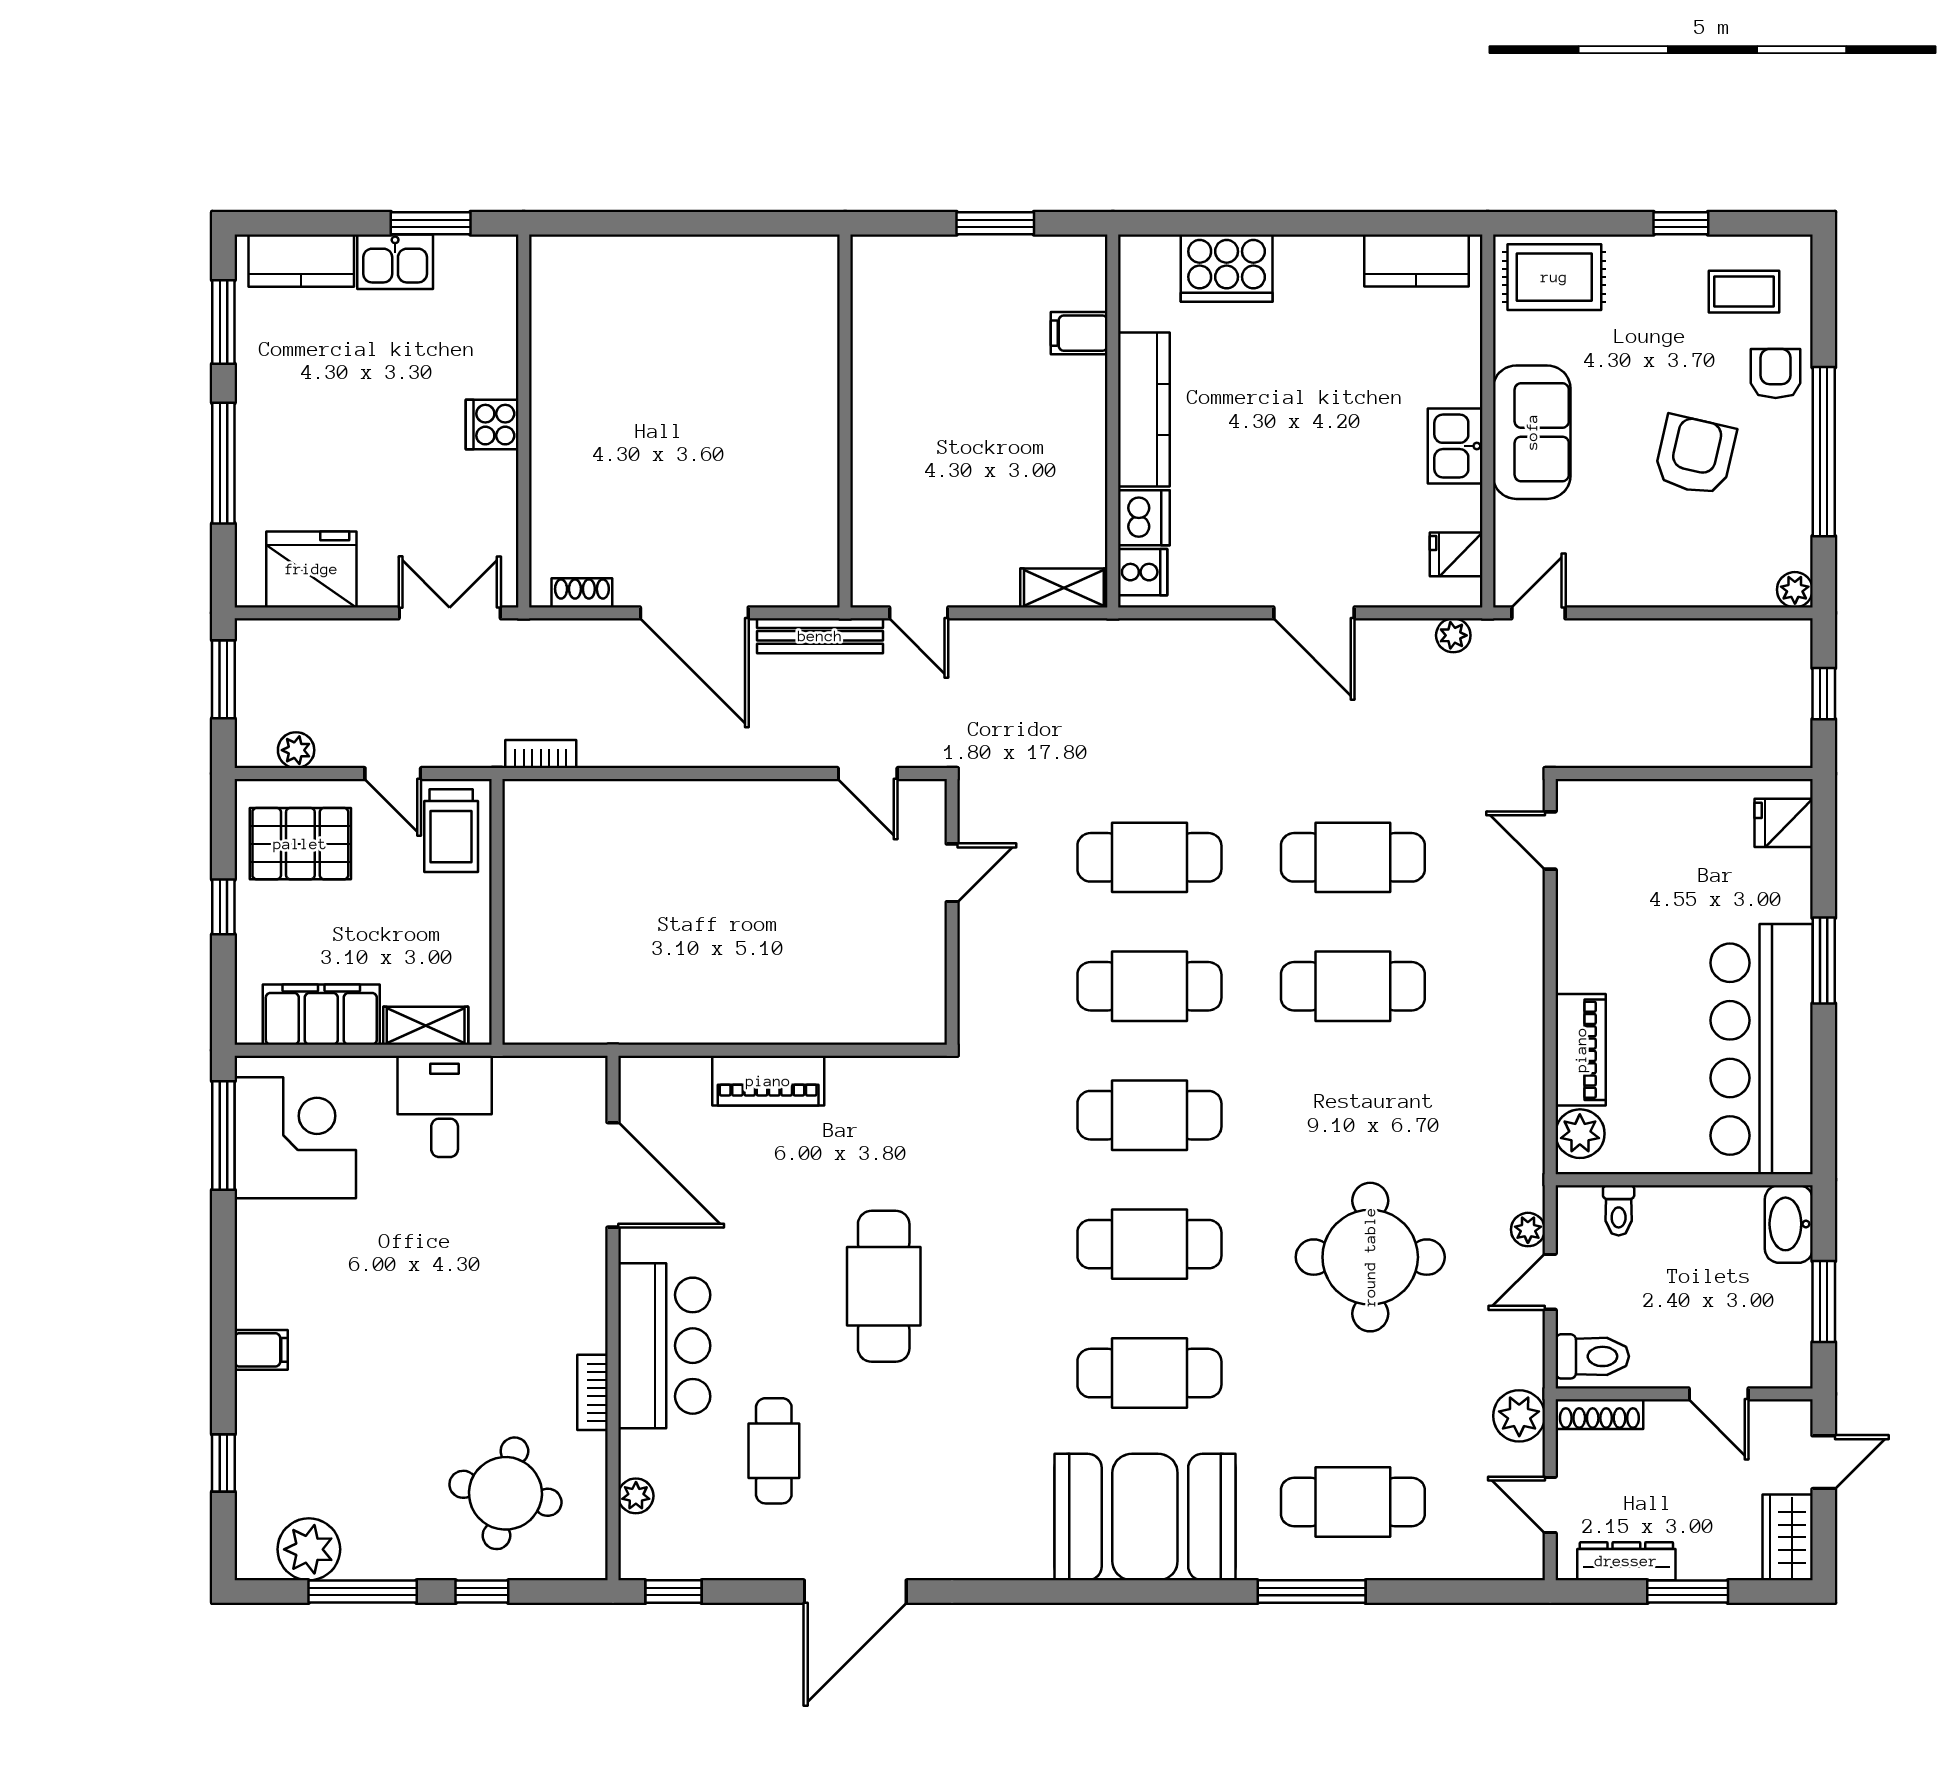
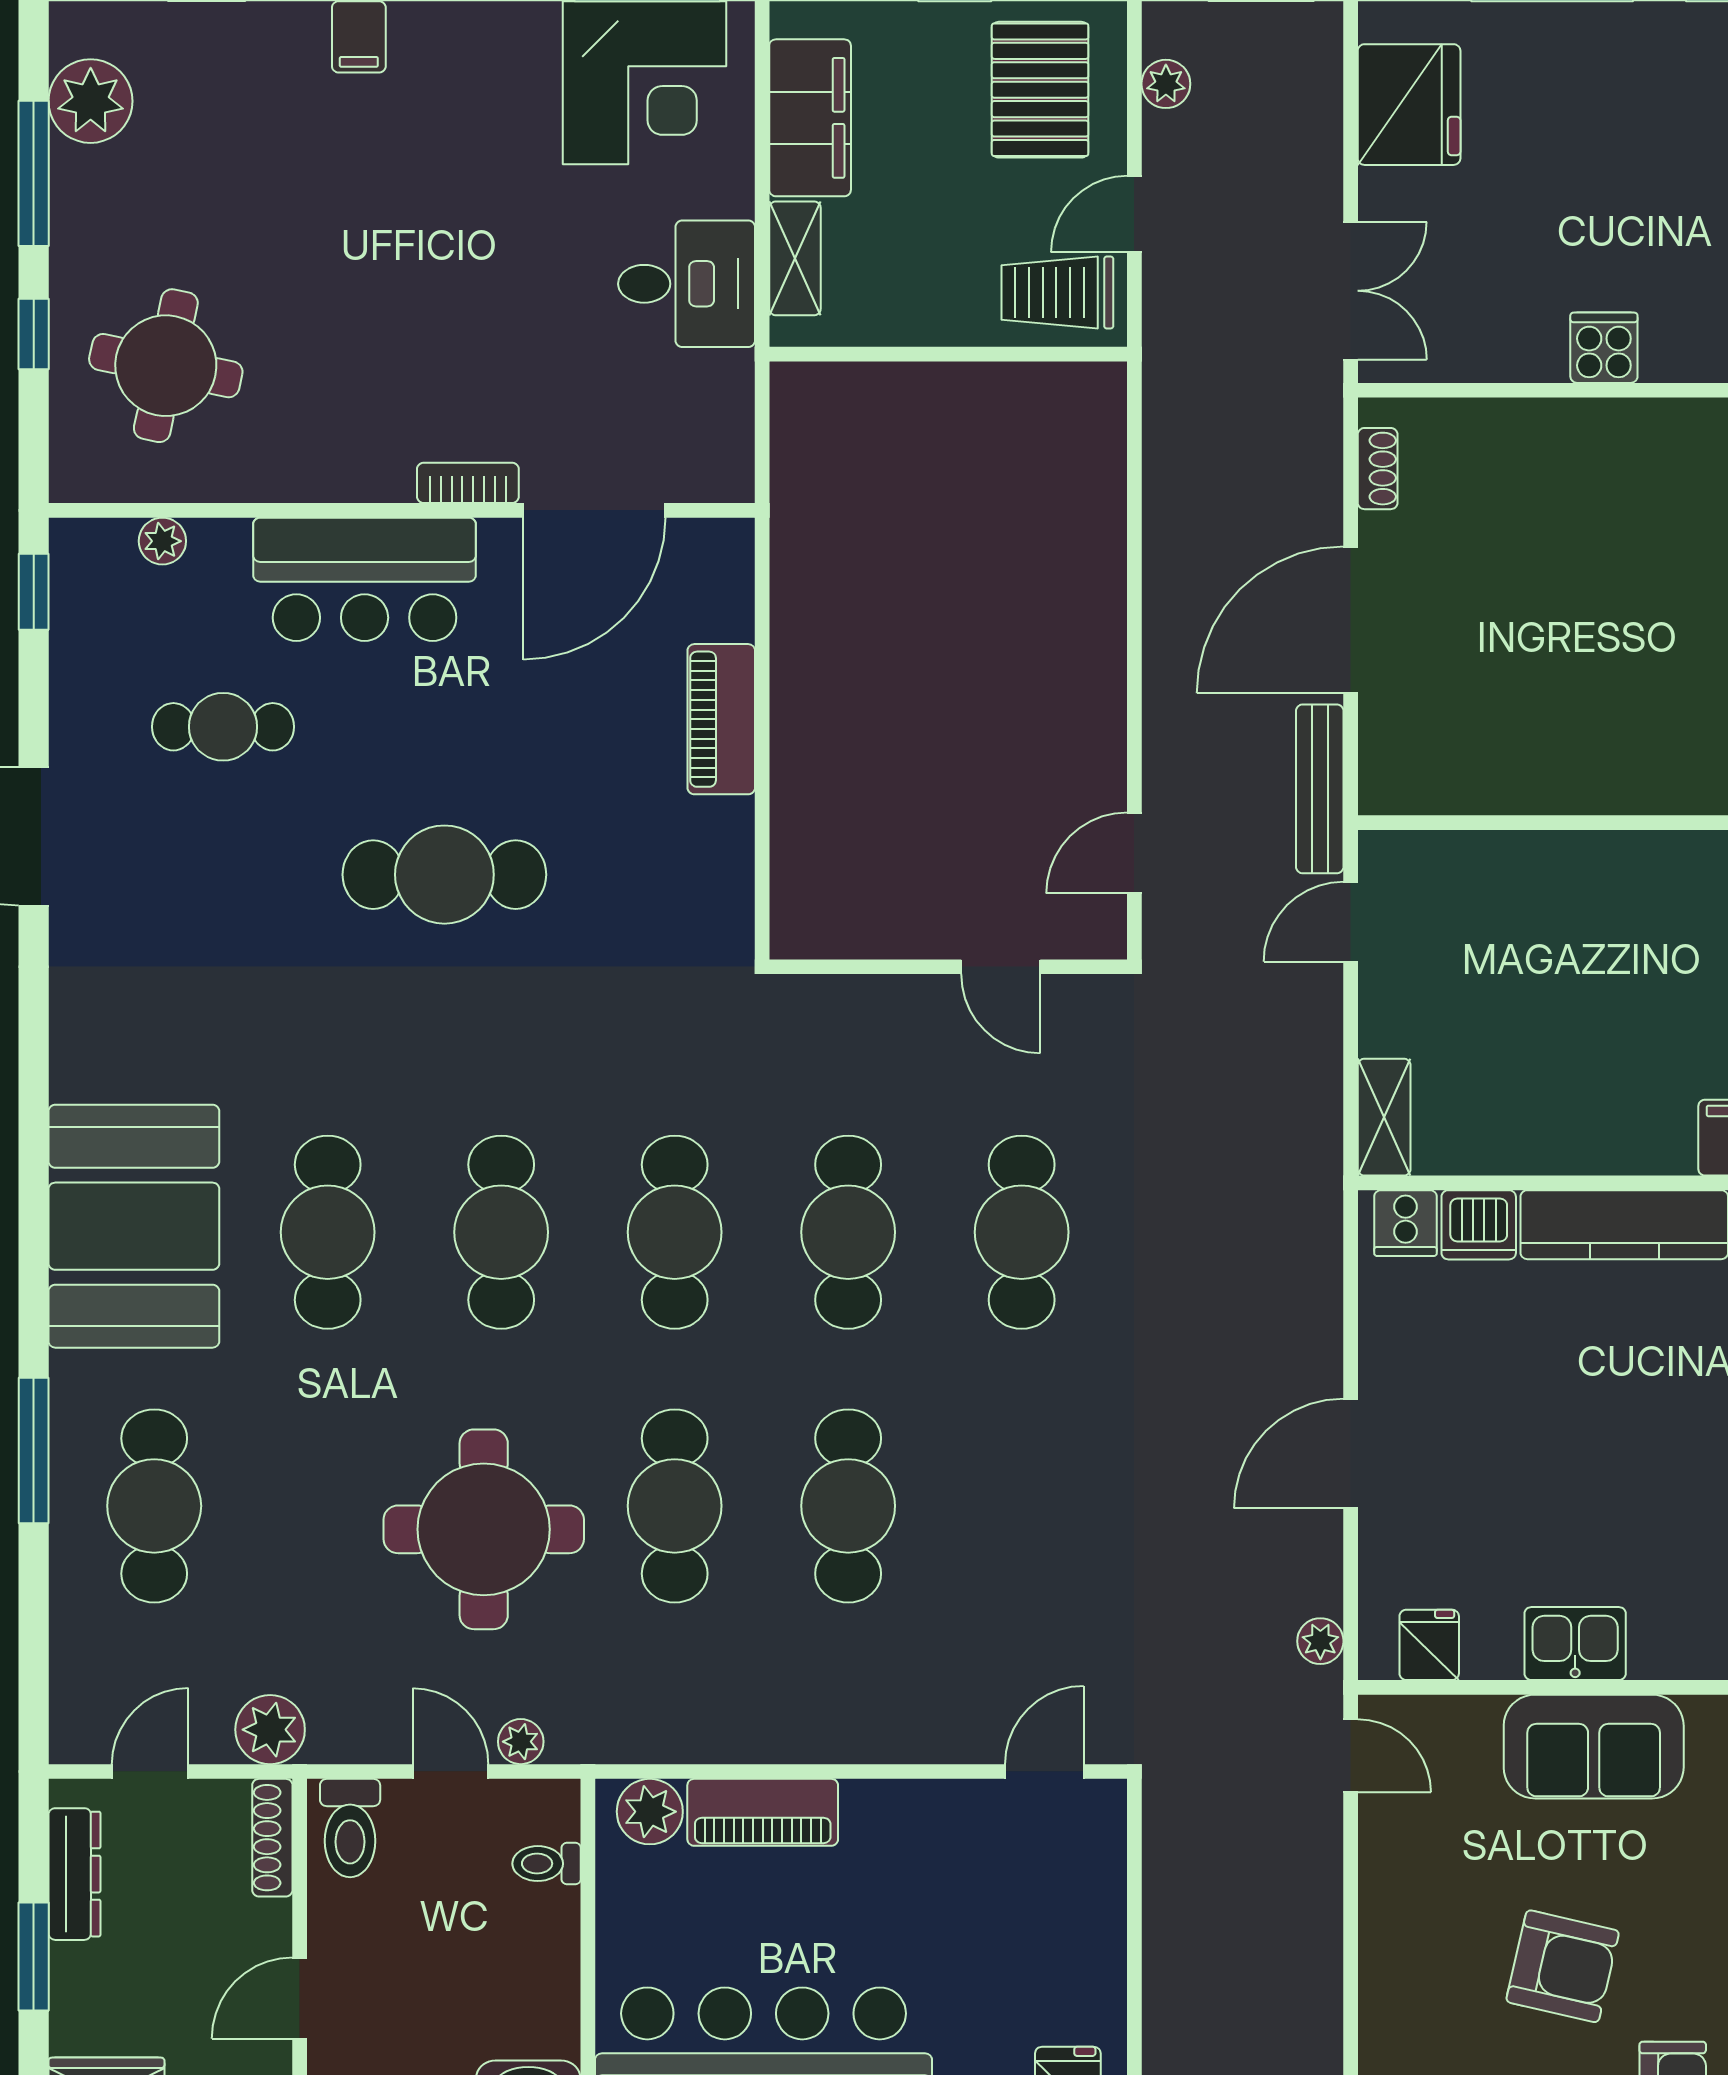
bookcase: (541, 754) -> (1161, 413), removed
cafe table: (1353, 857) -> (675, 1506), moved
bookcase: (593, 1392) -> (468, 483), moved

